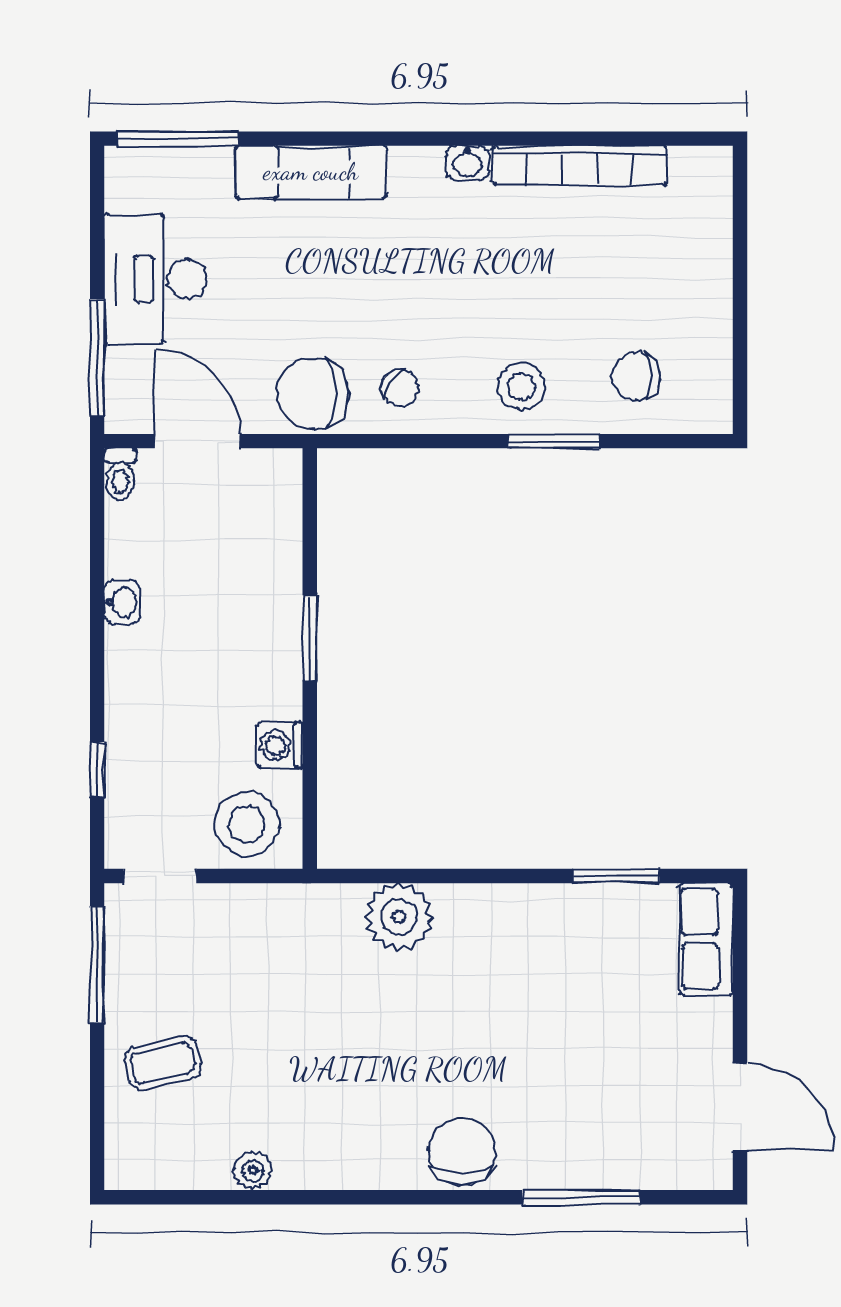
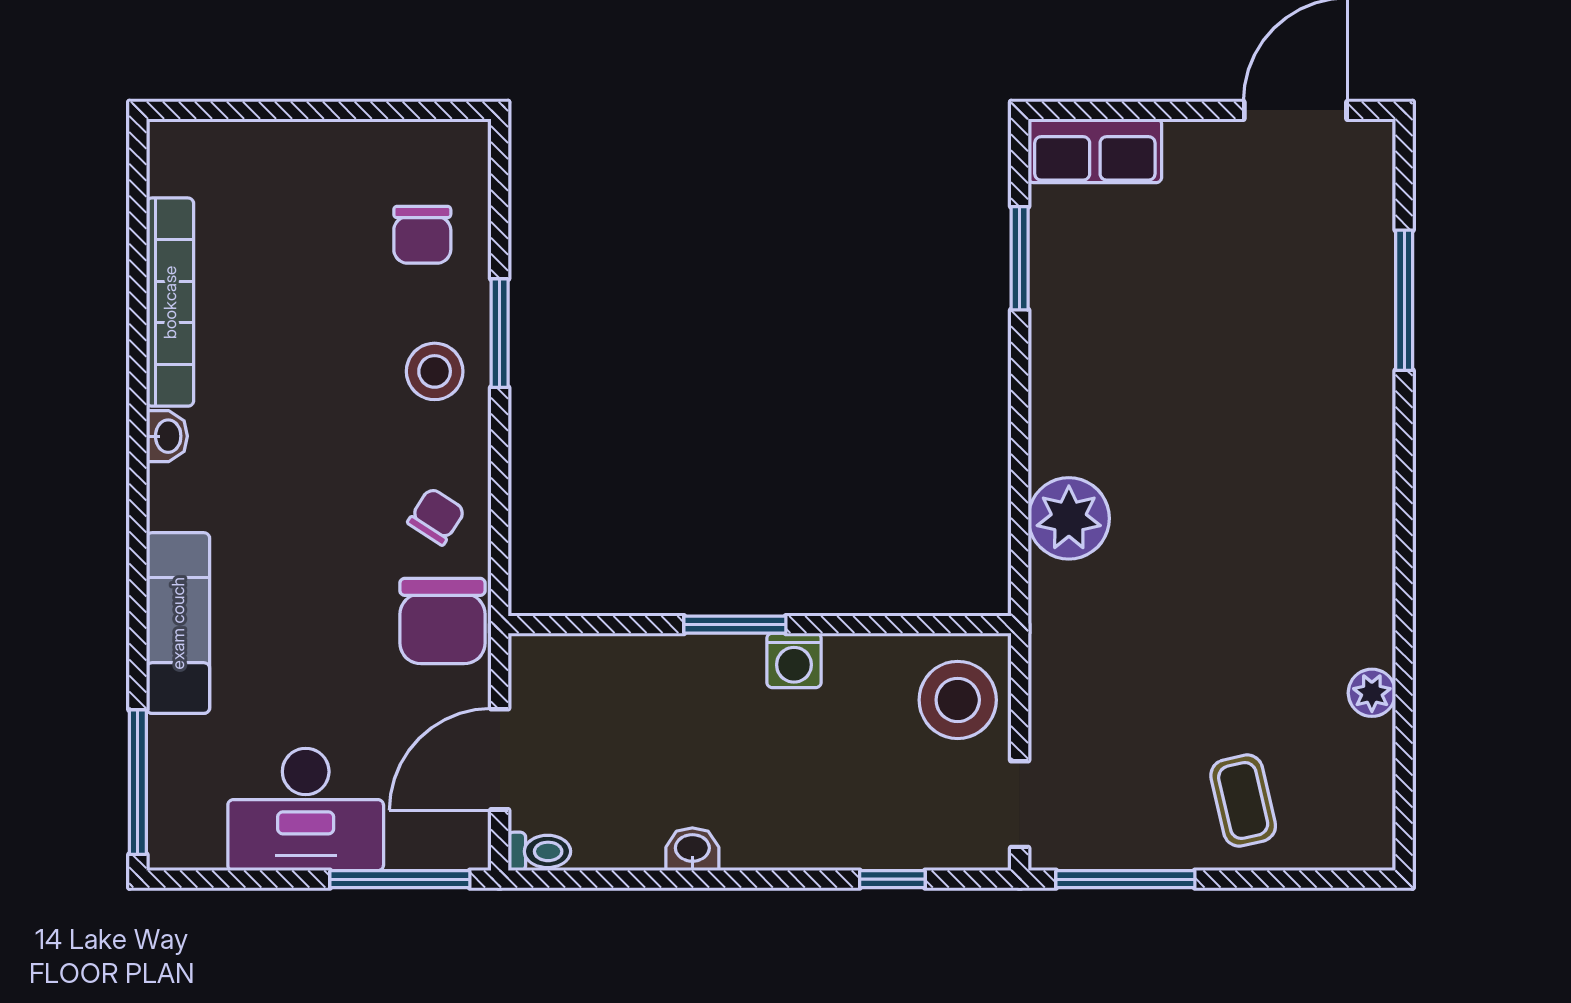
washing machine: (280, 745) -> (794, 660), moved
chair: (462, 1152) -> (1349, 443), removed

